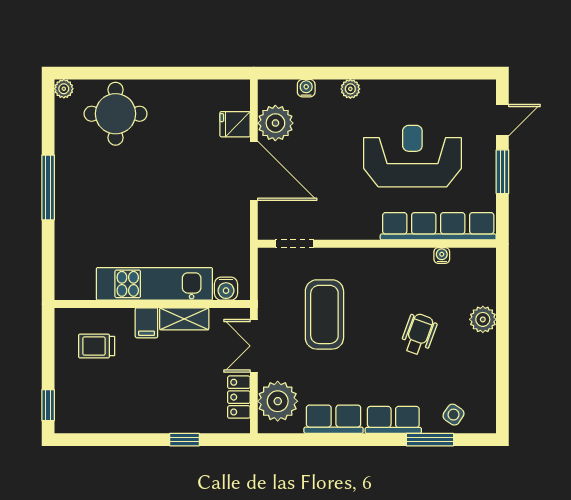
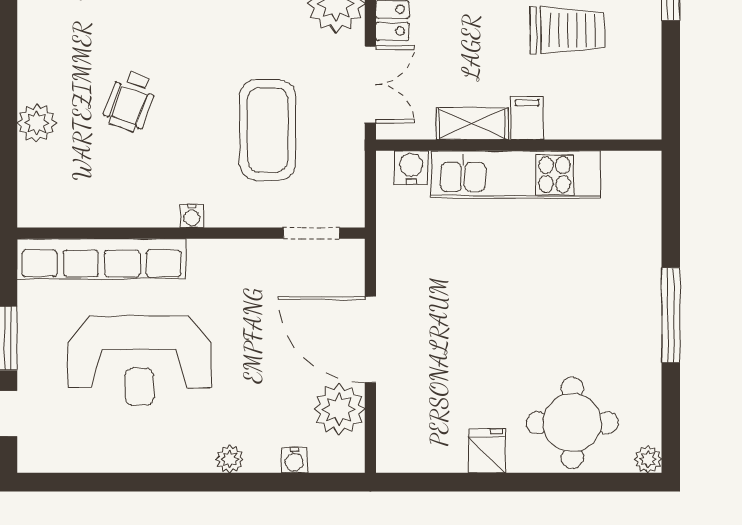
fridge: (235, 124) -> (487, 451), moved, turned -90
water cooler: (442, 255) -> (192, 216), moved
trolley: (97, 346) -> (567, 30), moved, width x1.36, depth x1.39

